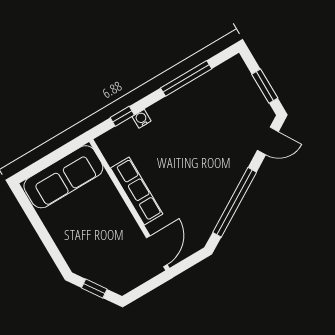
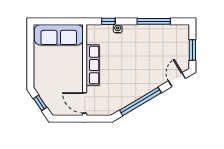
door: (268, 141) -> (177, 80), swing flipped
door: (157, 251) -> (85, 103), swing flipped

